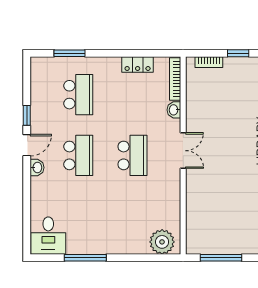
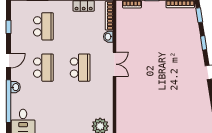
window: (27, 115) -> (9, 27), moved
washbasin: (37, 168) -> (15, 87), moved
window: (27, 205) -> (9, 101), added

